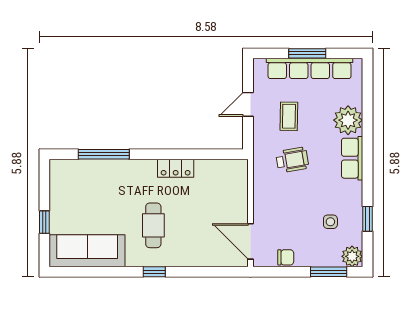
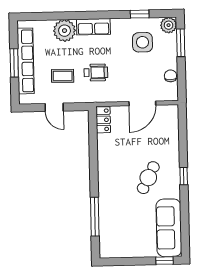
wheelchair: (292, 160) -> (96, 73), turned 100
locker: (176, 168) -> (103, 120), moved
window: (44, 222) -> (165, 261), moved
side table: (330, 222) -> (142, 42), width x1.87, depth x1.87
cafe table: (153, 225) -> (148, 178), turned -63
door: (251, 241) -> (142, 103), moved

